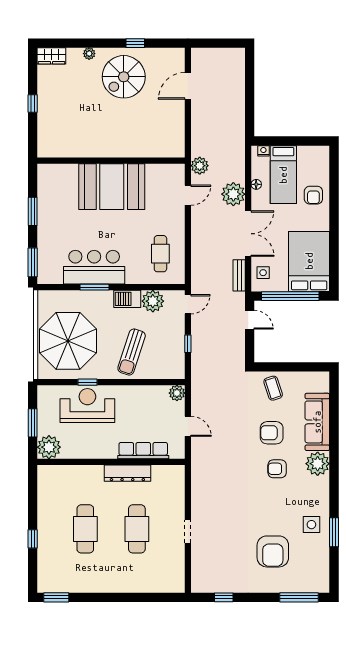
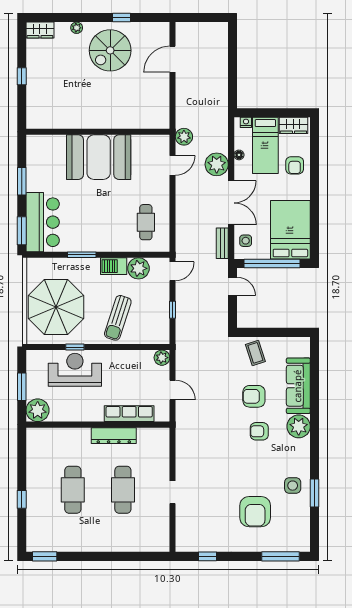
wardrobe: (312, 154) -> (293, 125), added
bar counter: (94, 267) -> (43, 222), moved, turned 90

